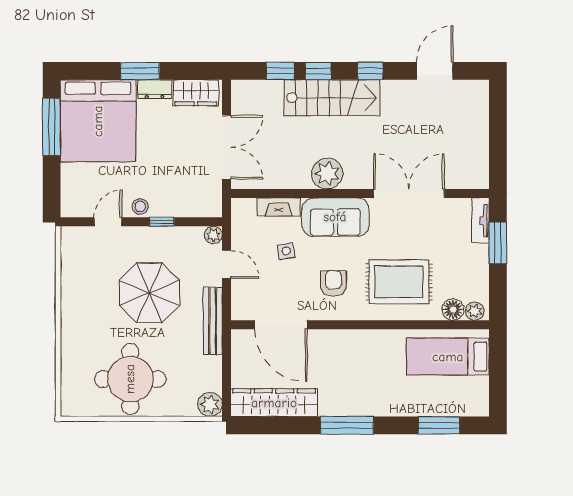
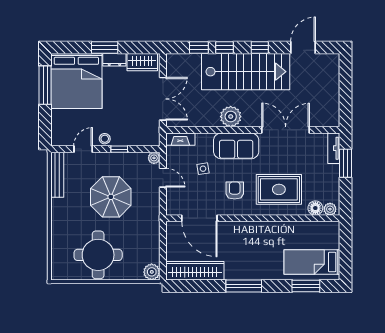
stairs: (332, 98) -> (246, 72), width x1.36, depth x1.51
fireplace: (279, 207) -> (180, 139), moved
bench: (213, 321) -> (57, 175), moved
bed: (448, 357) -> (312, 262), moved

